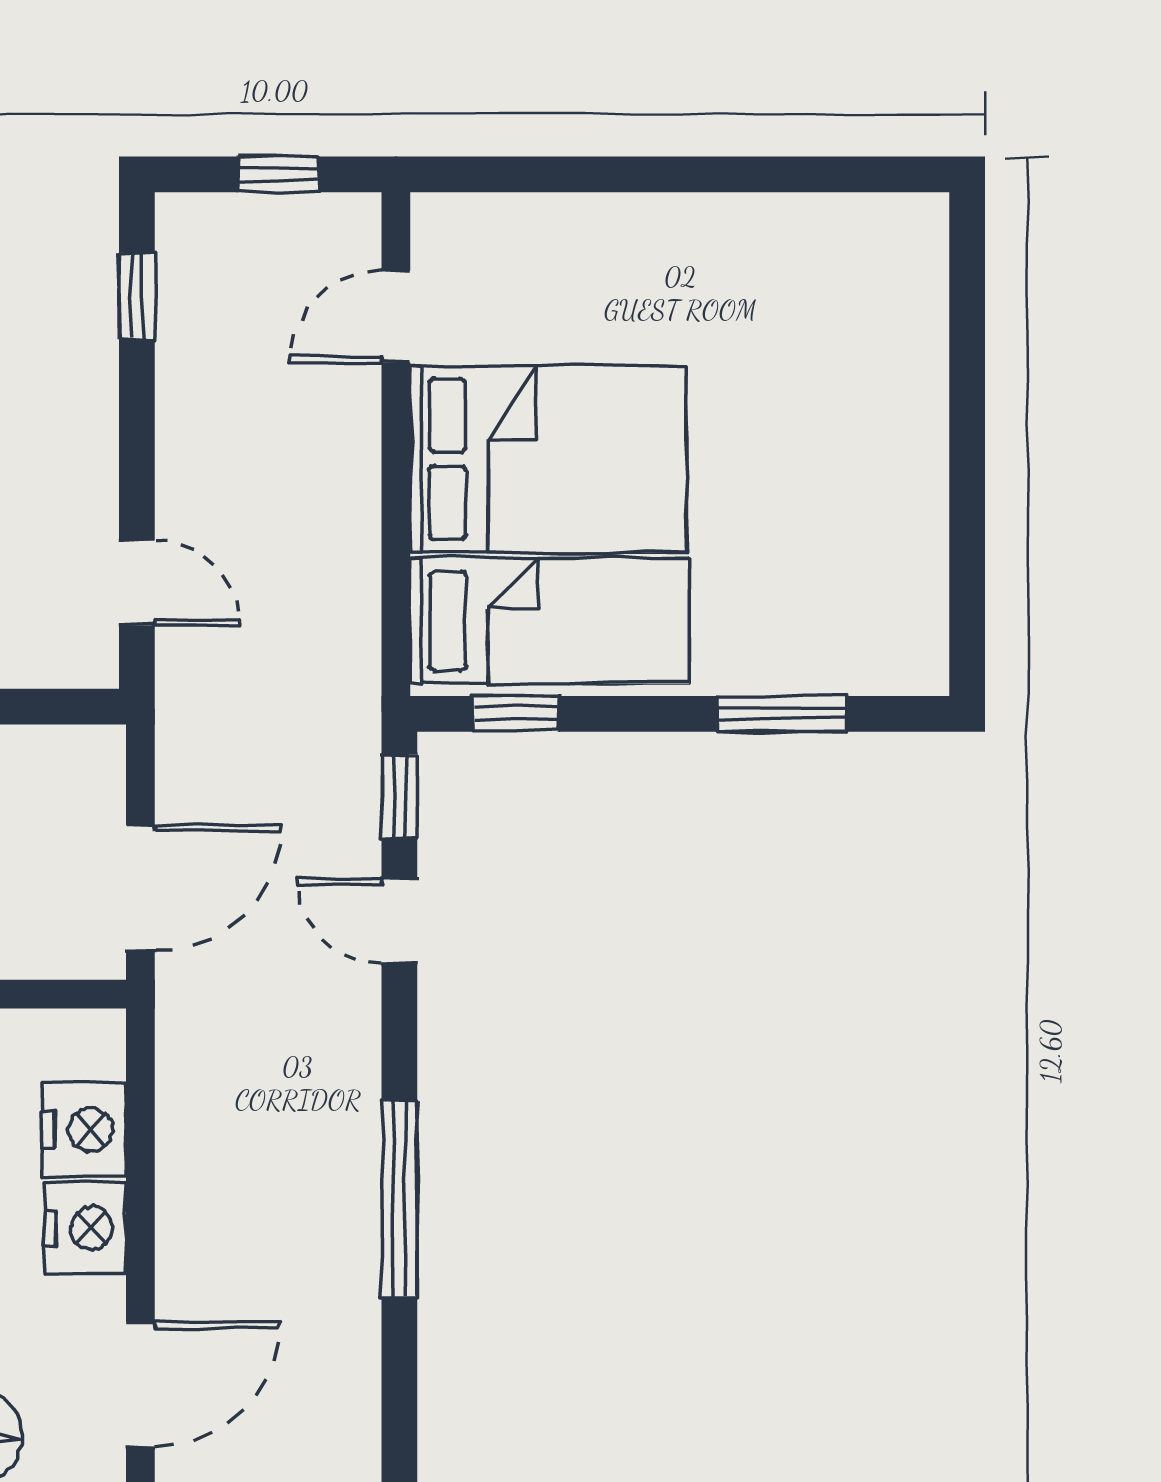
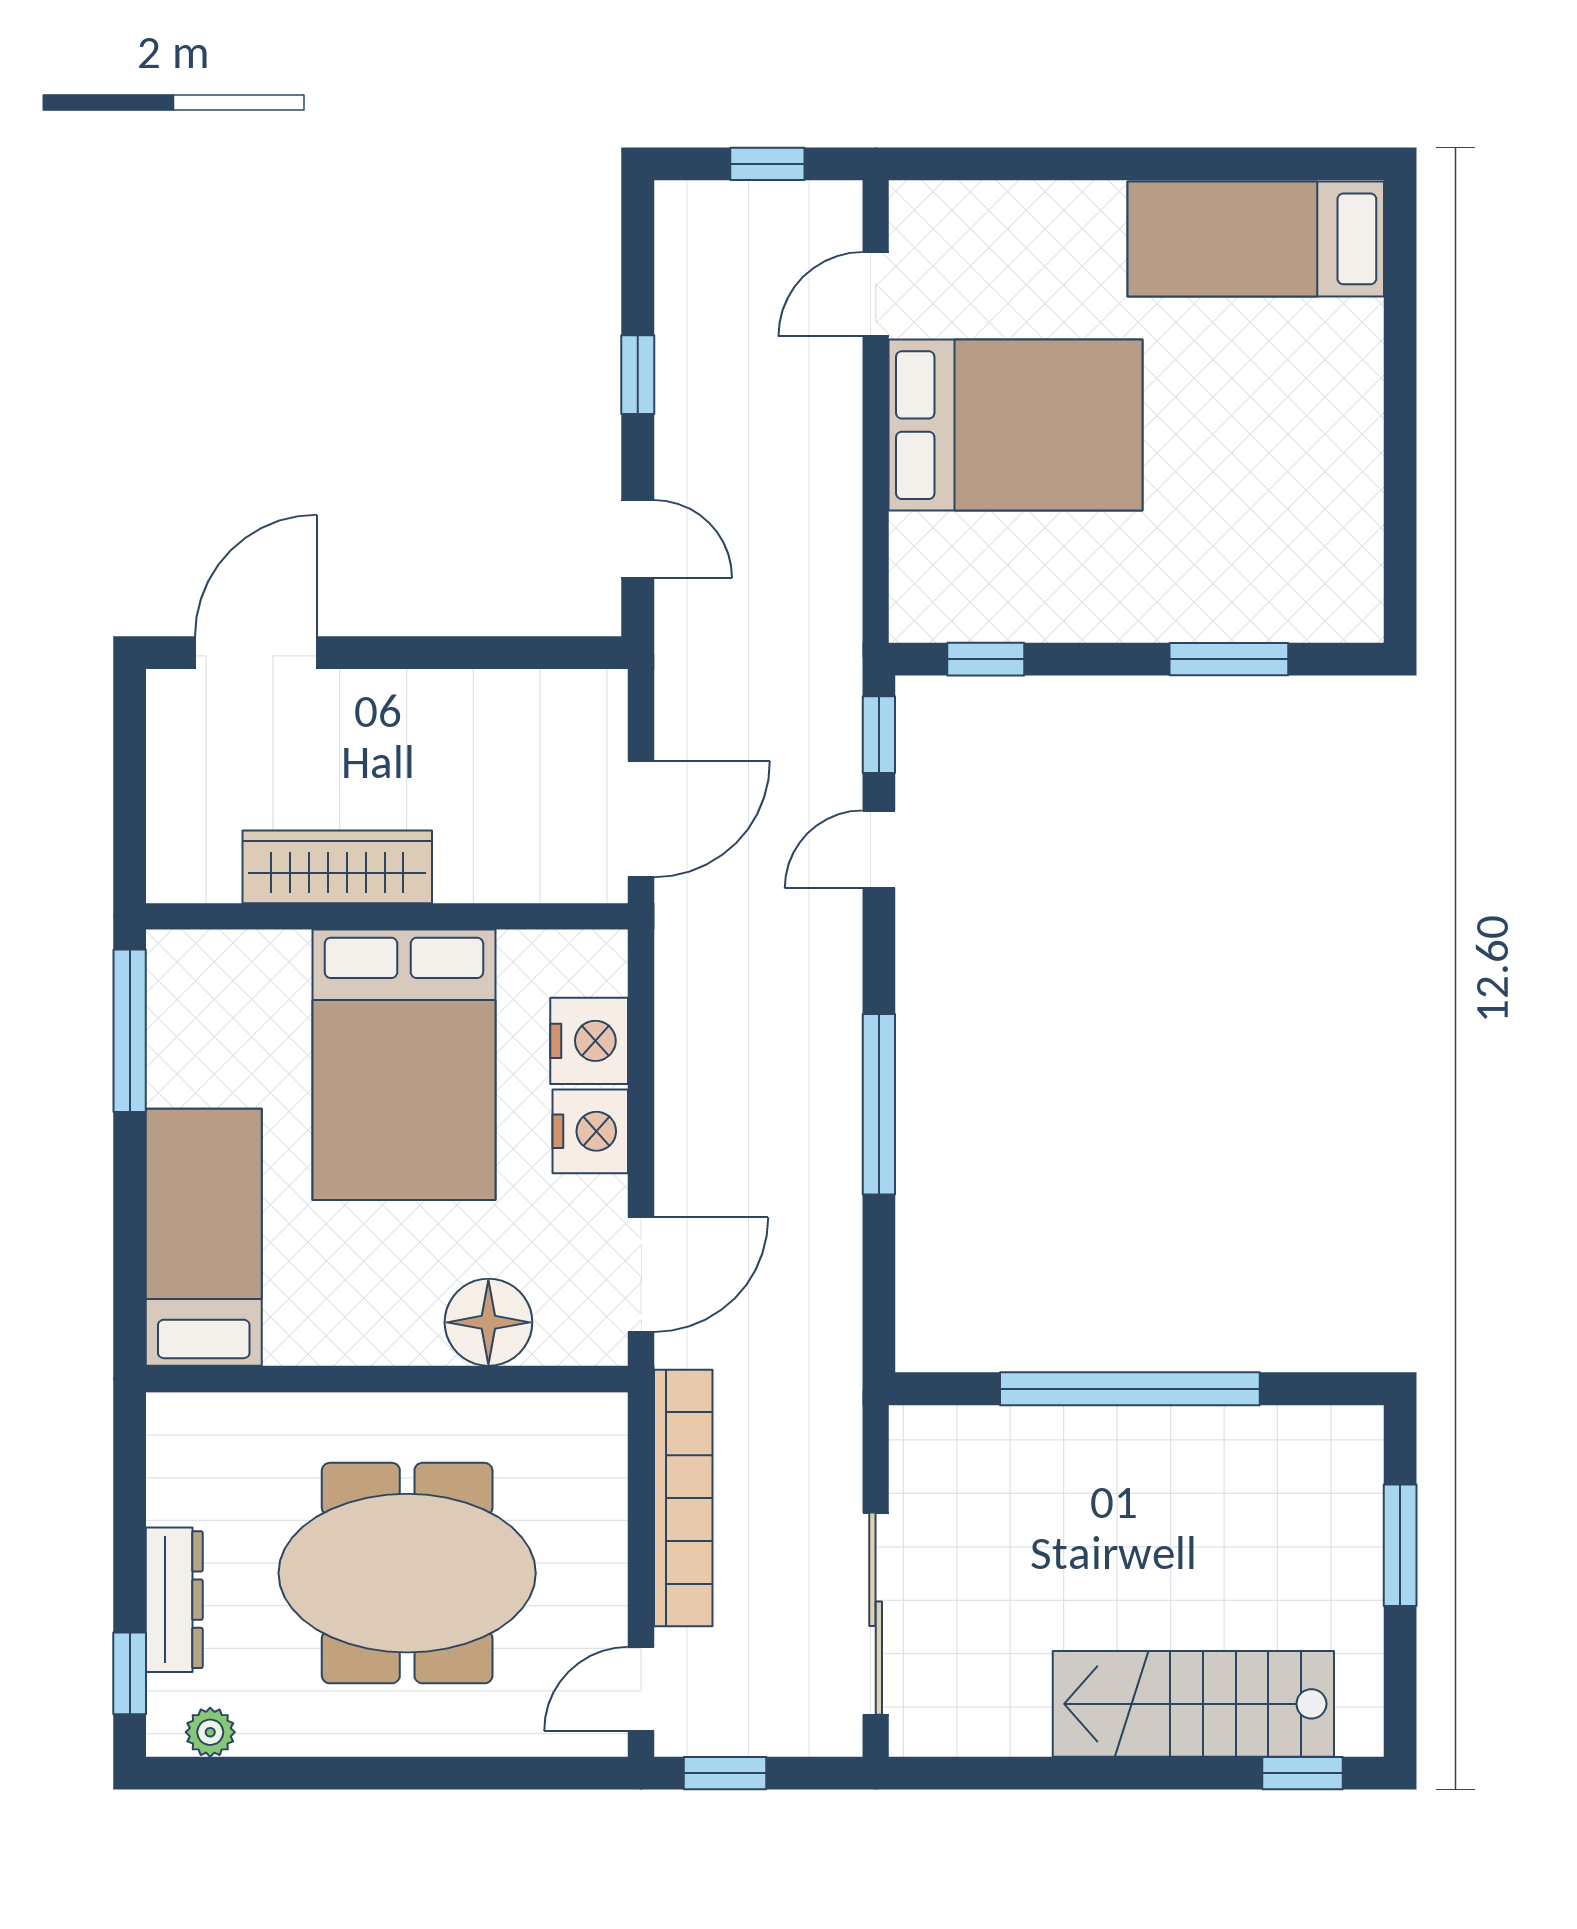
window: (137, 296) -> (638, 375), moved
bed: (550, 621) -> (1256, 239), moved, turned 180
door: (399, 921) -> (879, 849), hinge flipped

